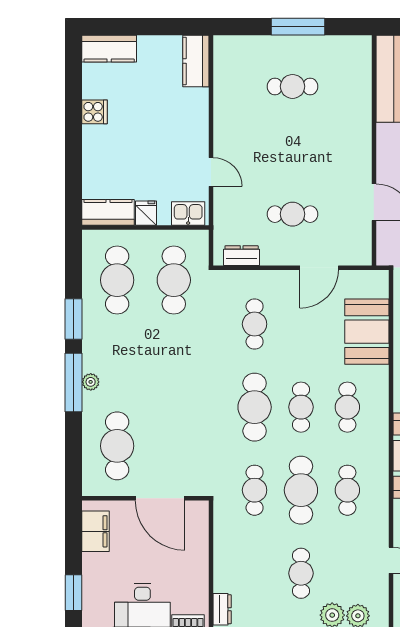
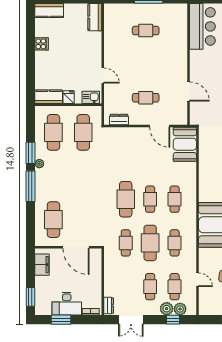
door: (319, 268) -> (160, 126), hinge flipped
cafe table: (255, 324) -> (175, 287), moved
booth: (367, 332) -> (185, 144), moved
plant: (91, 382) -> (39, 164), moved

